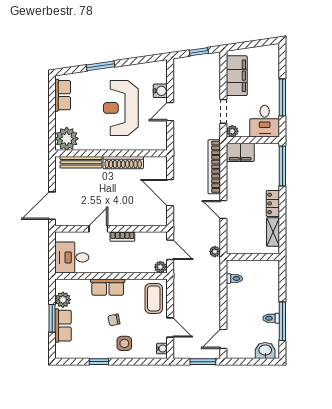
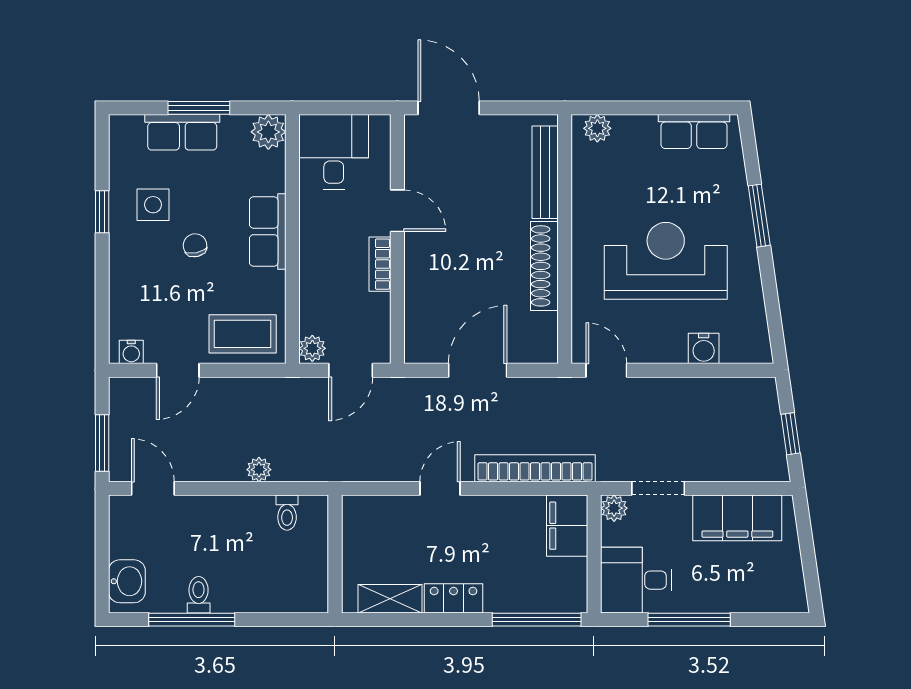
door: (170, 112) -> (606, 370), moved
plant: (67, 139) -> (597, 128), width x0.53, depth x0.53
plant: (215, 252) -> (259, 470), moved
plant: (63, 300) -> (268, 132), moved
side table: (124, 343) -> (153, 205), moved

